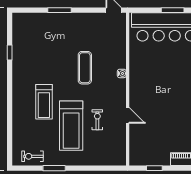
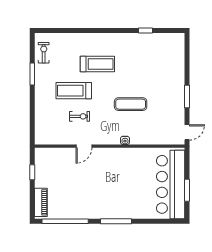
window: (59, 10) -> (187, 96), moved
treadmill: (44, 102) -> (97, 64), turned 180
treadmill: (71, 126) -> (74, 91), width x0.73, depth x0.73

